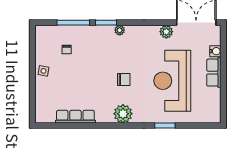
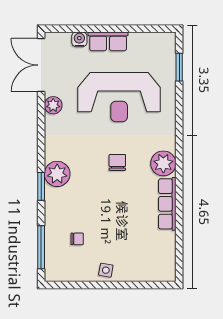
window: (73, 23) -> (41, 247), moved
plant: (120, 30) -> (57, 174), width x1.87, depth x1.87
row of seats: (75, 117) -> (167, 204), moved
window: (165, 126) -> (179, 67), moved

